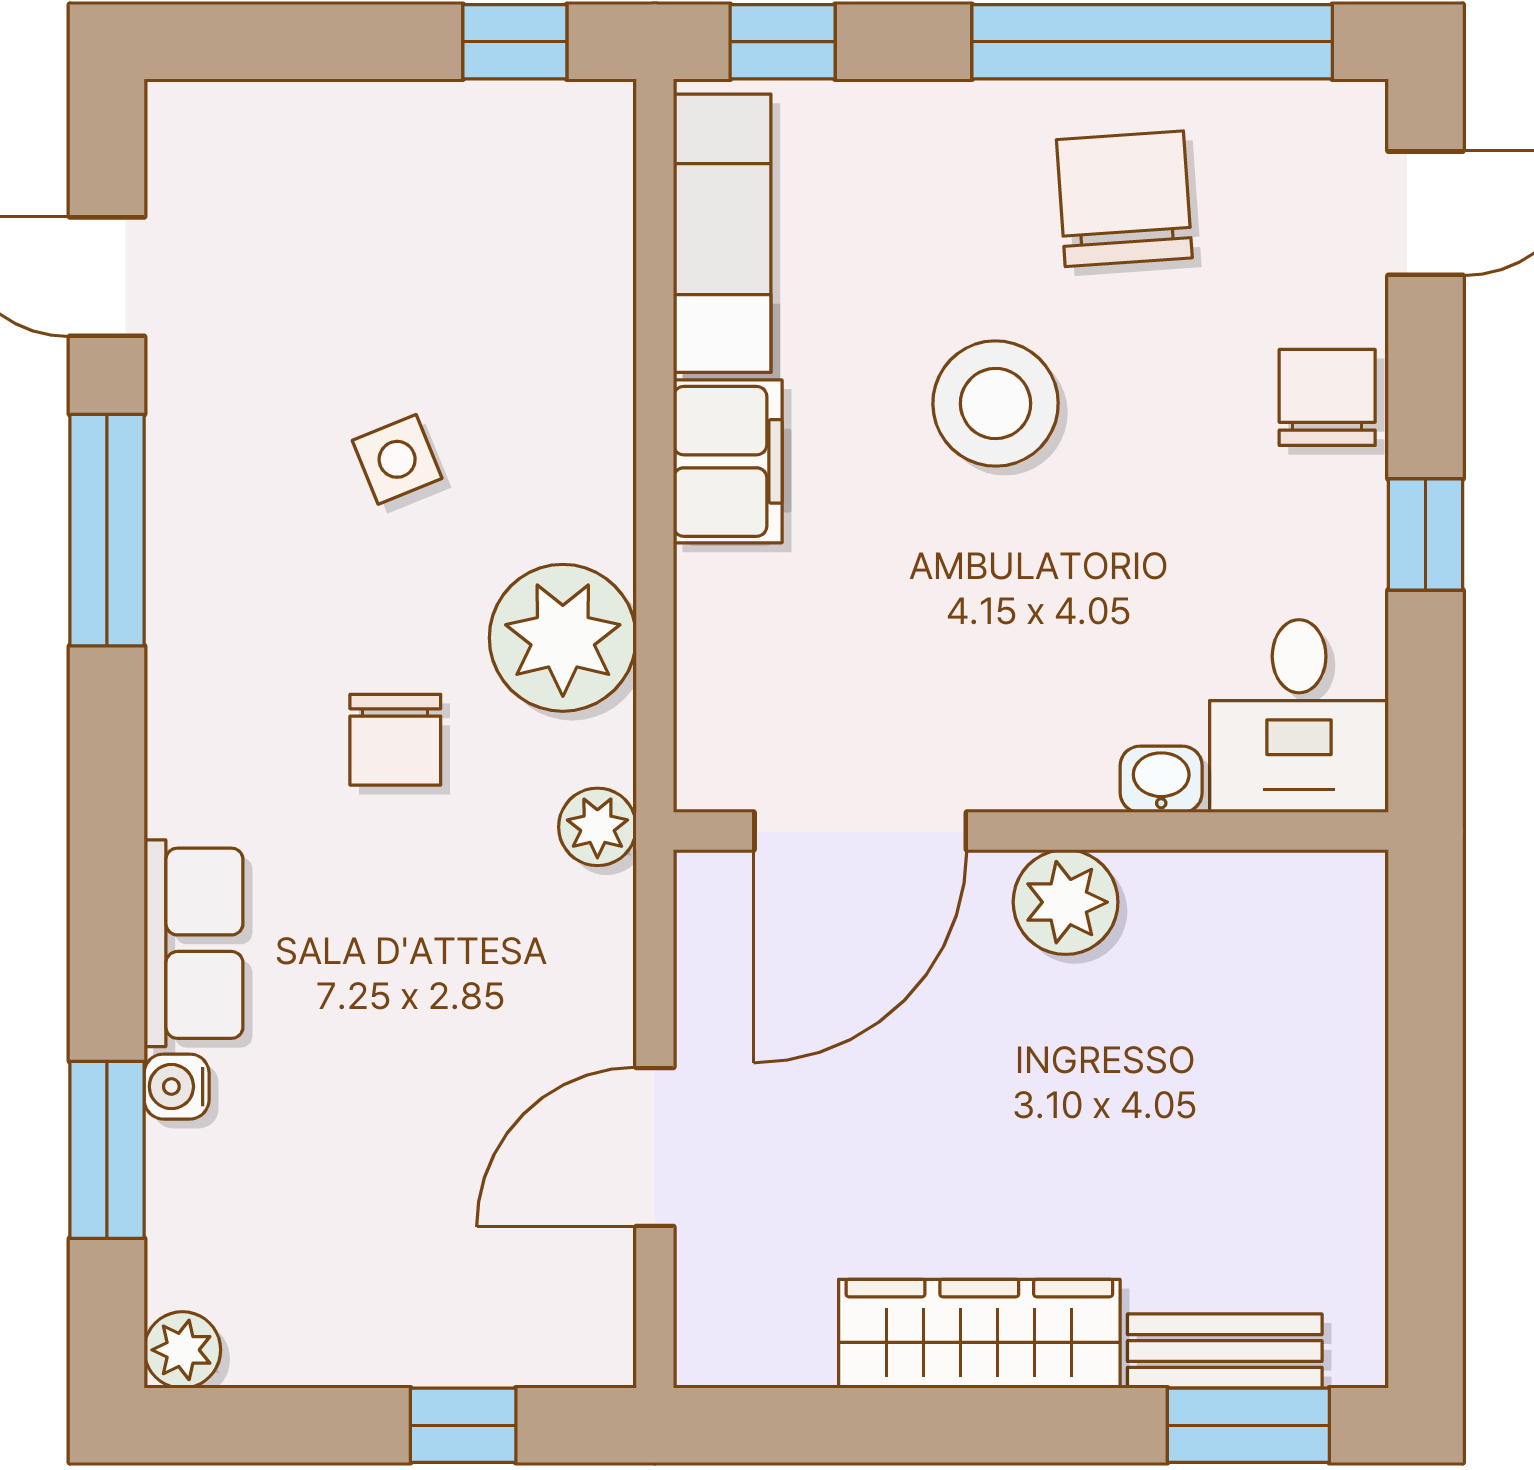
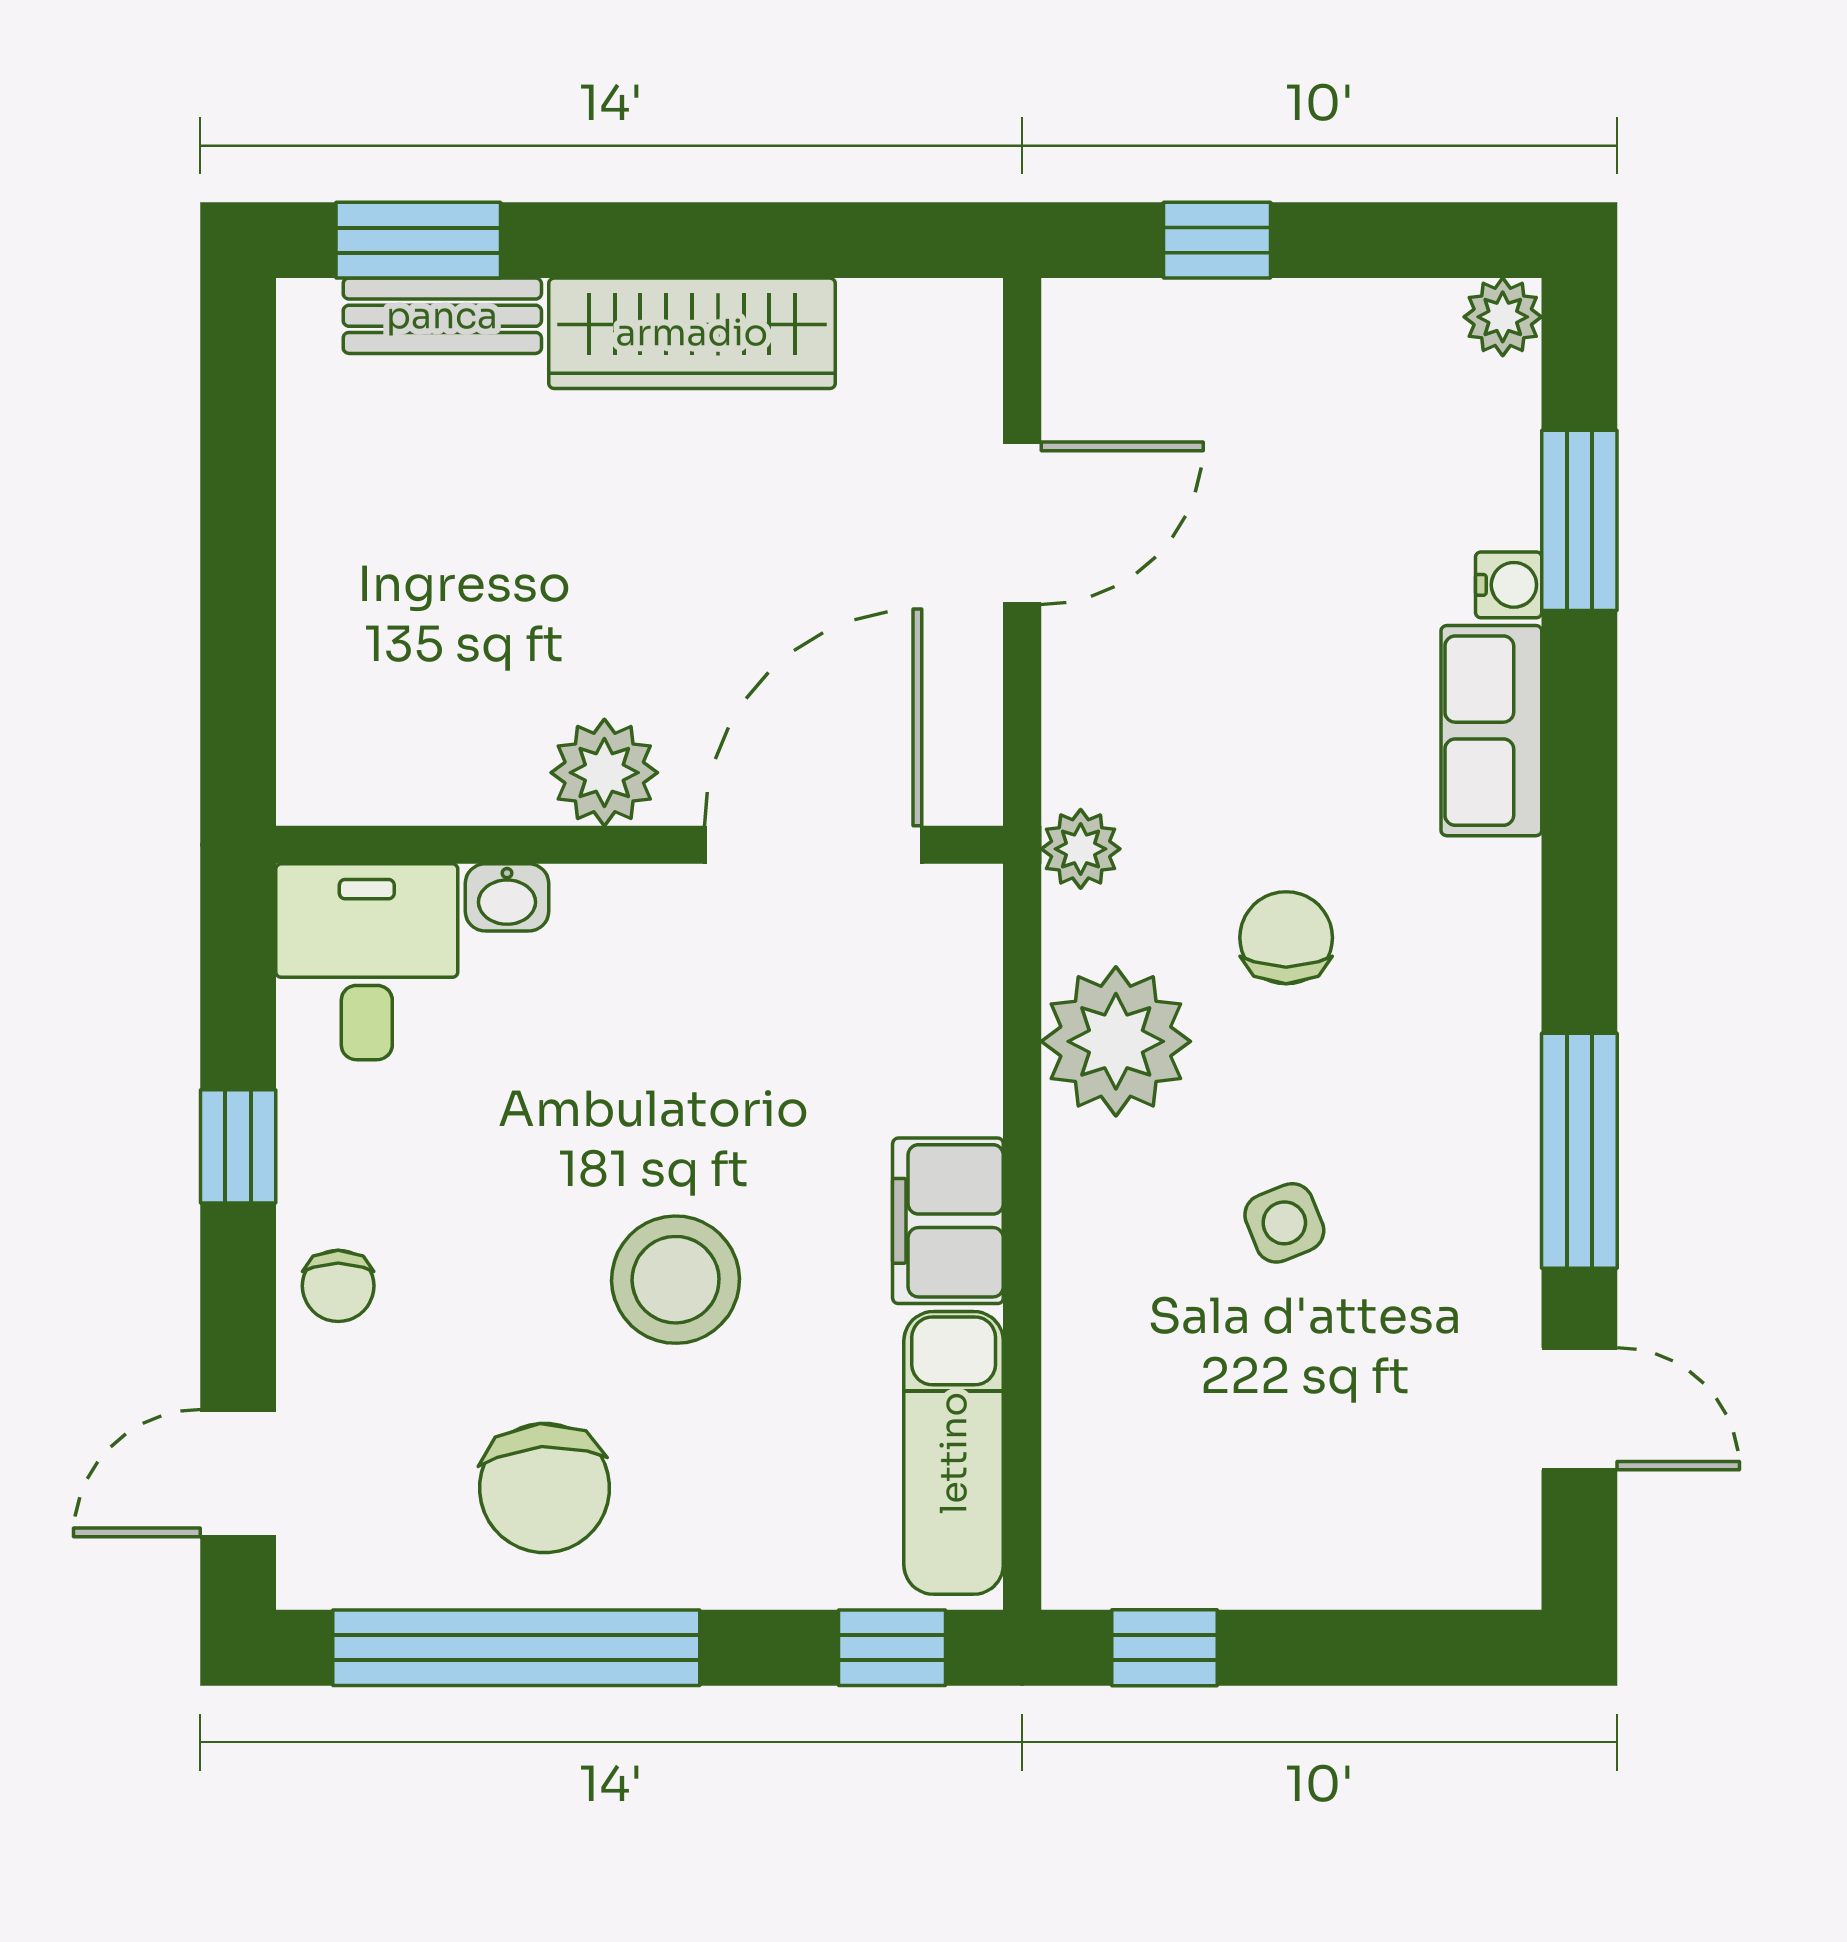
chair: (1327, 397) -> (338, 1286), width x0.73, depth x0.73

